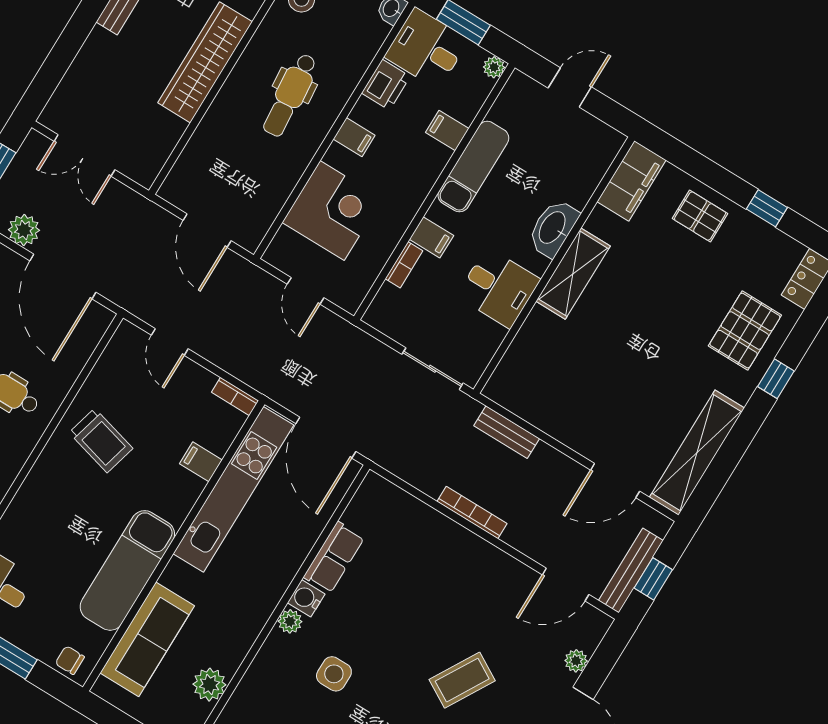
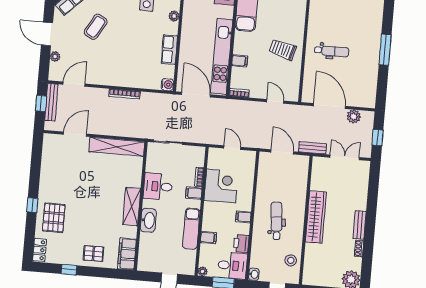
corner desk: (332, 211) -> (221, 186), moved, turned 180
bench: (507, 432) -> (312, 148), moved
shelving: (697, 453) -> (117, 147), moved, turned 90
water cooler: (306, 598) -> (167, 85), moved

